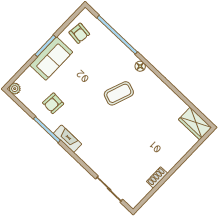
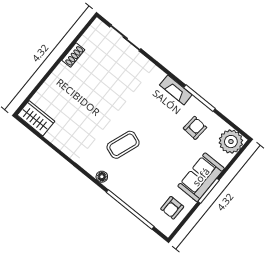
armchair: (79, 33) -> (172, 208), turned -97
plant: (15, 89) -> (231, 142), width x1.88, depth x1.88

